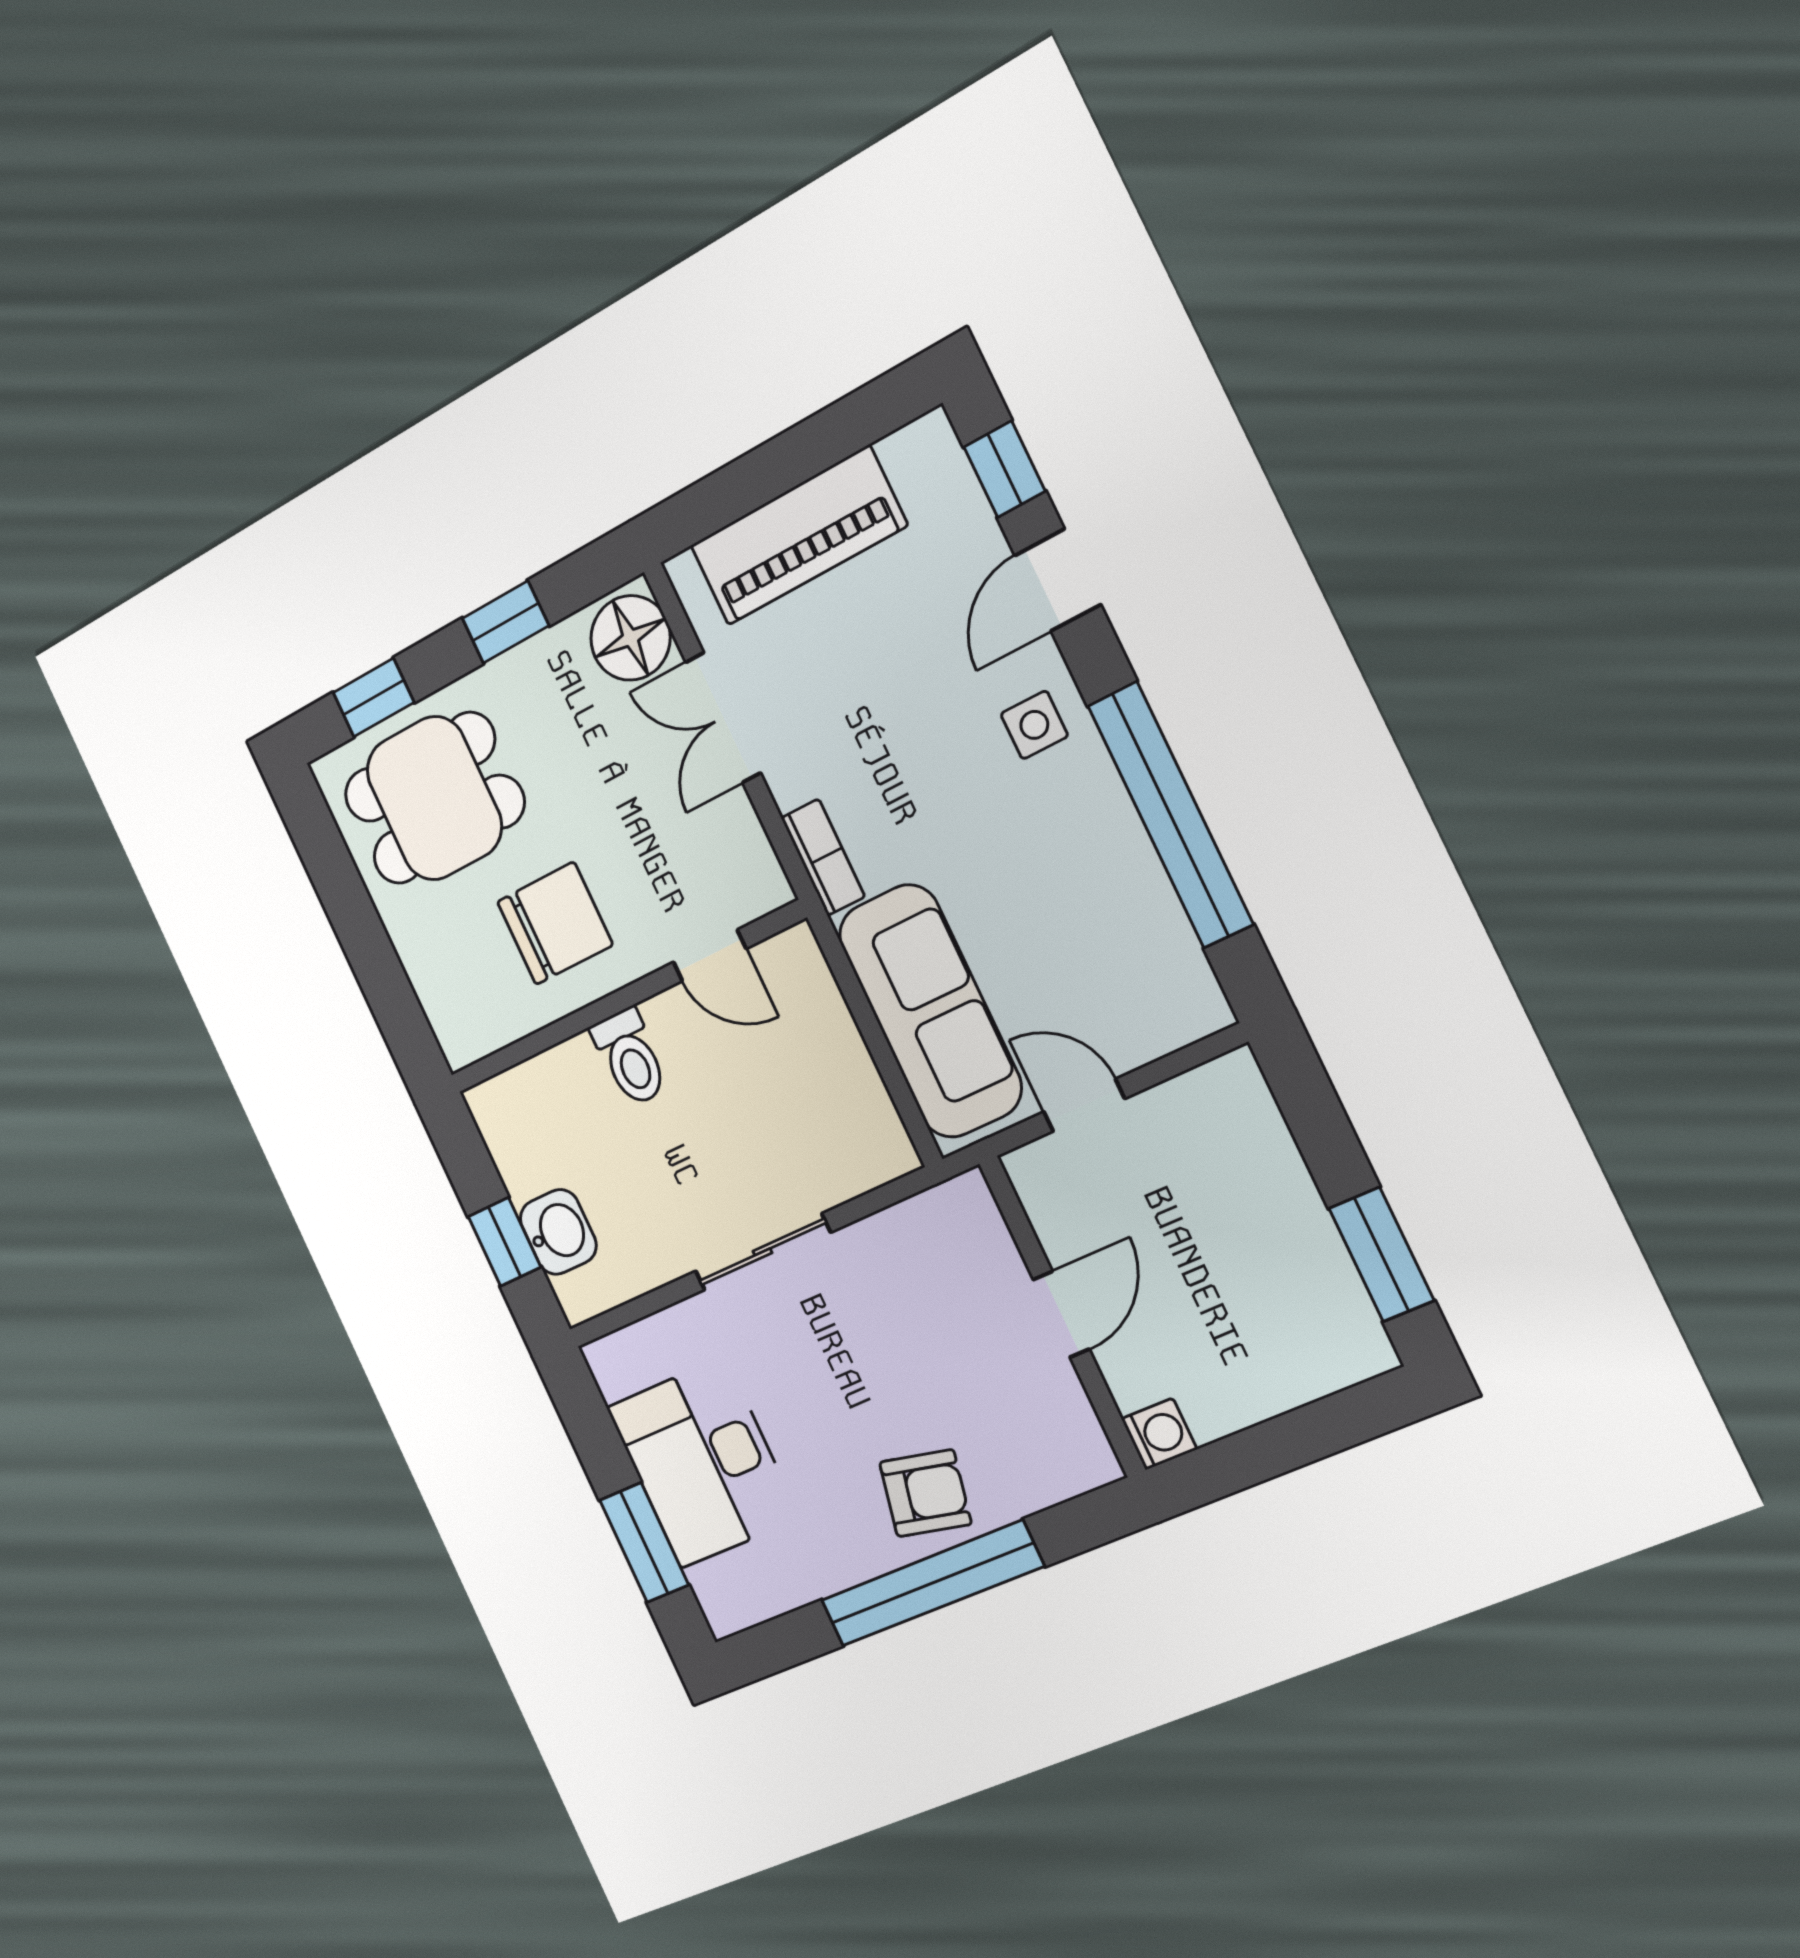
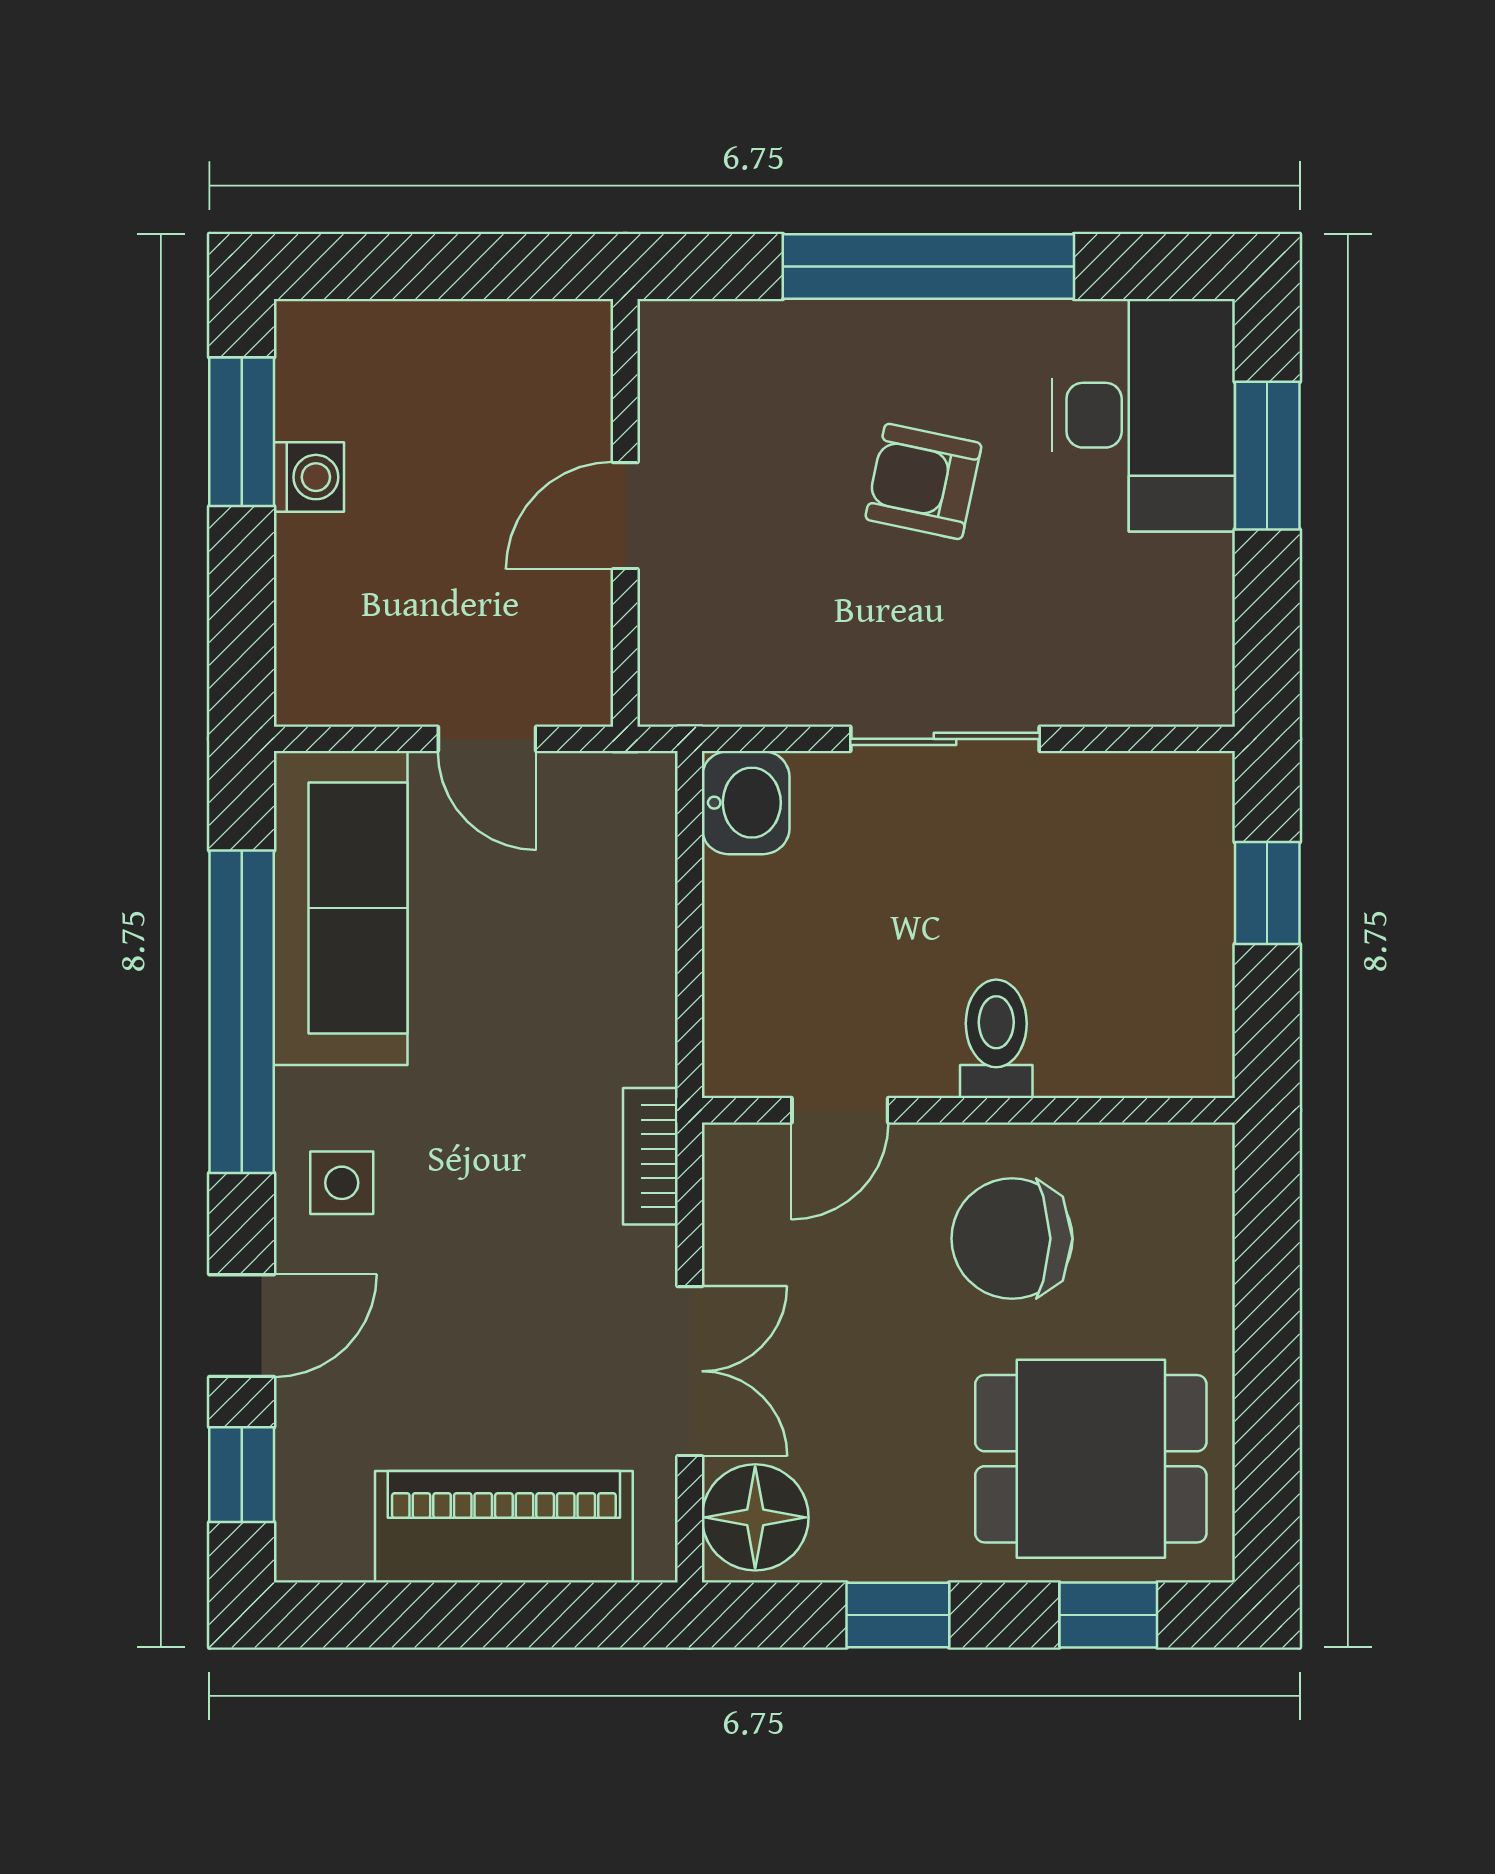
door: (710, 955) -> (840, 1110), swing flipped
sofa: (930, 1011) -> (341, 908), moved, turned 180
washbasin: (558, 1232) -> (746, 803), moved, turned 180
washing machine: (1159, 1434) -> (309, 477), moved, turned 180
desk: (703, 1463) -> (1143, 415), moved
armchair: (925, 1493) -> (923, 481), moved

